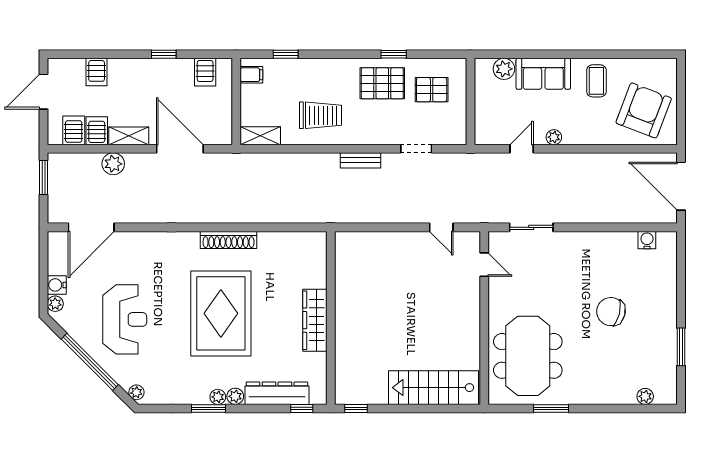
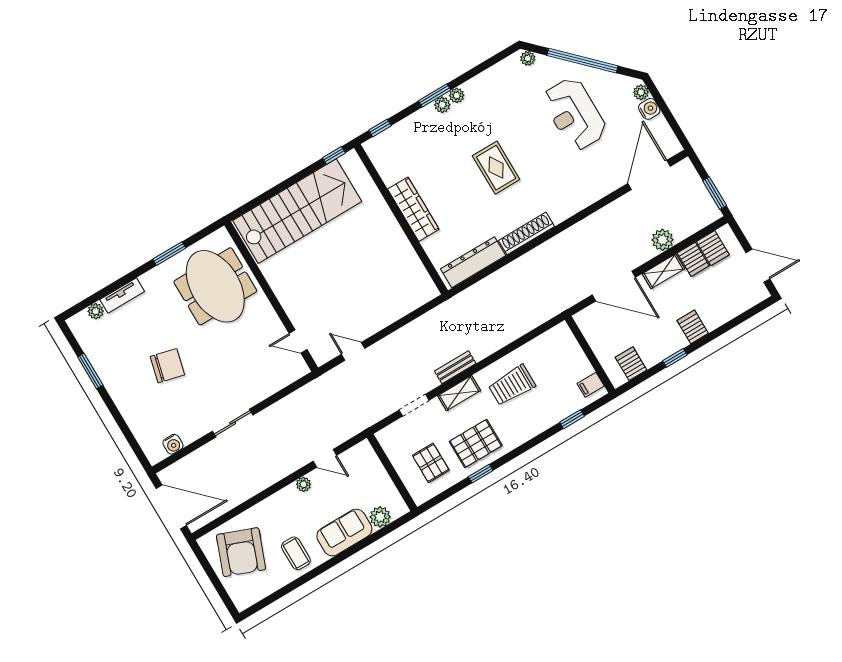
server rack: (97, 72) -> (693, 327), moved
pallet: (432, 90) -> (431, 463), turned 90
door: (43, 92) -> (758, 266), hinge flipped
shelving: (260, 136) -> (459, 393), moved
door: (522, 149) -> (325, 458), hinge flipped
sliding door: (531, 227) -> (233, 423), moved
rug: (221, 313) -> (496, 168), width x0.54, depth x0.49
stairs: (433, 388) -> (297, 211), width x1.36, depth x1.51
dresser: (277, 393) -> (473, 262), moved, turned 180
tv unit: (614, 396) -> (122, 296), added
window: (208, 408) -> (435, 95), moved

